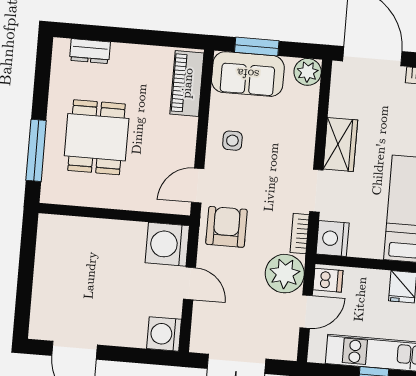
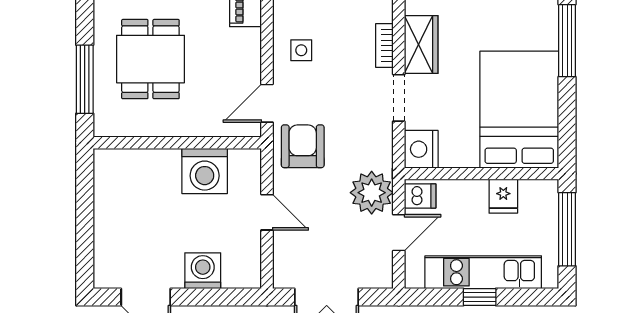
bookcase: (300, 234) -> (384, 45), moved
washing machine: (167, 244) -> (205, 171), moved, turned -90
washing machine: (164, 334) -> (203, 271), moved, turned 90

